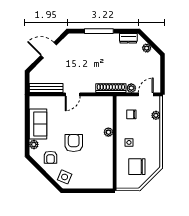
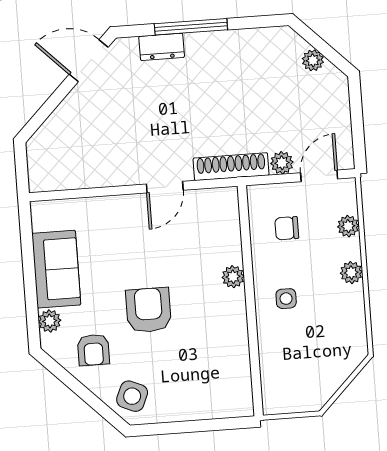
dresser: (128, 38) -> (162, 47), moved
door: (49, 50) -> (89, 61), moved
bench: (46, 88) -> (70, 178), removed
door: (73, 94) -> (165, 187), moved
plant: (156, 134) -> (351, 273), added
chair: (137, 167) -> (310, 357), removed

